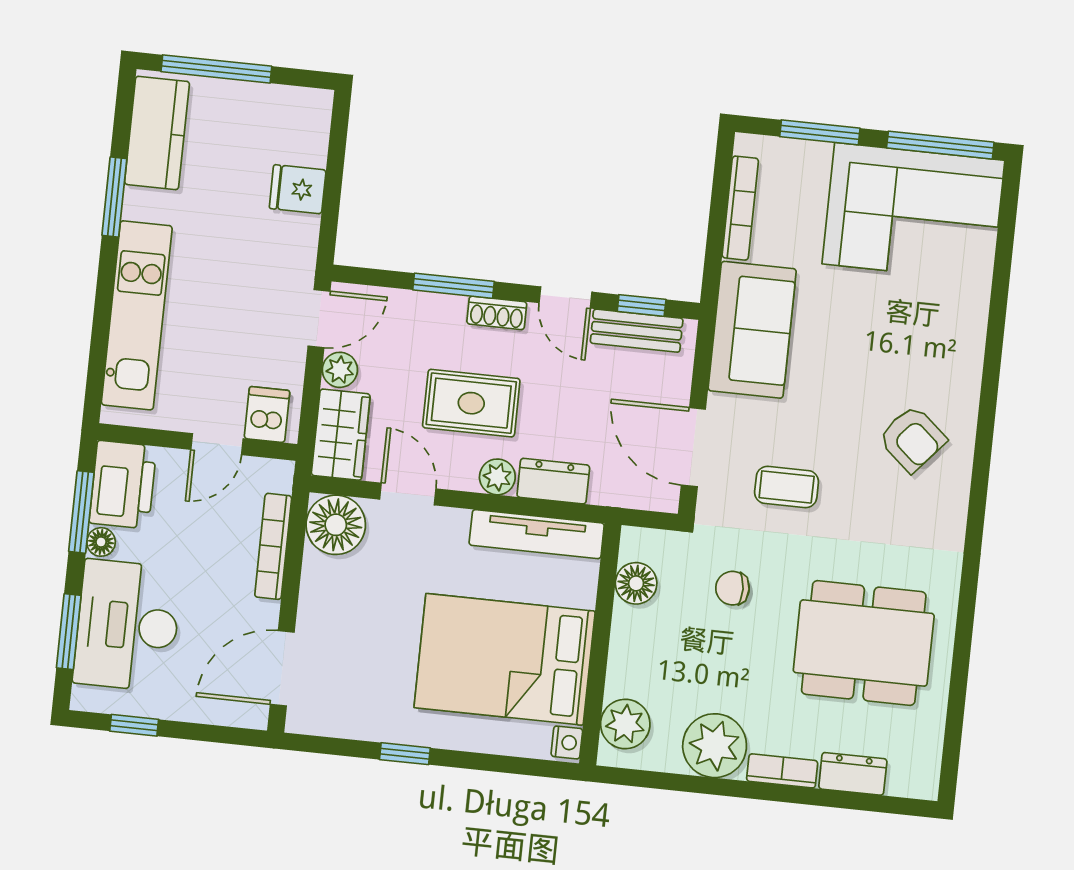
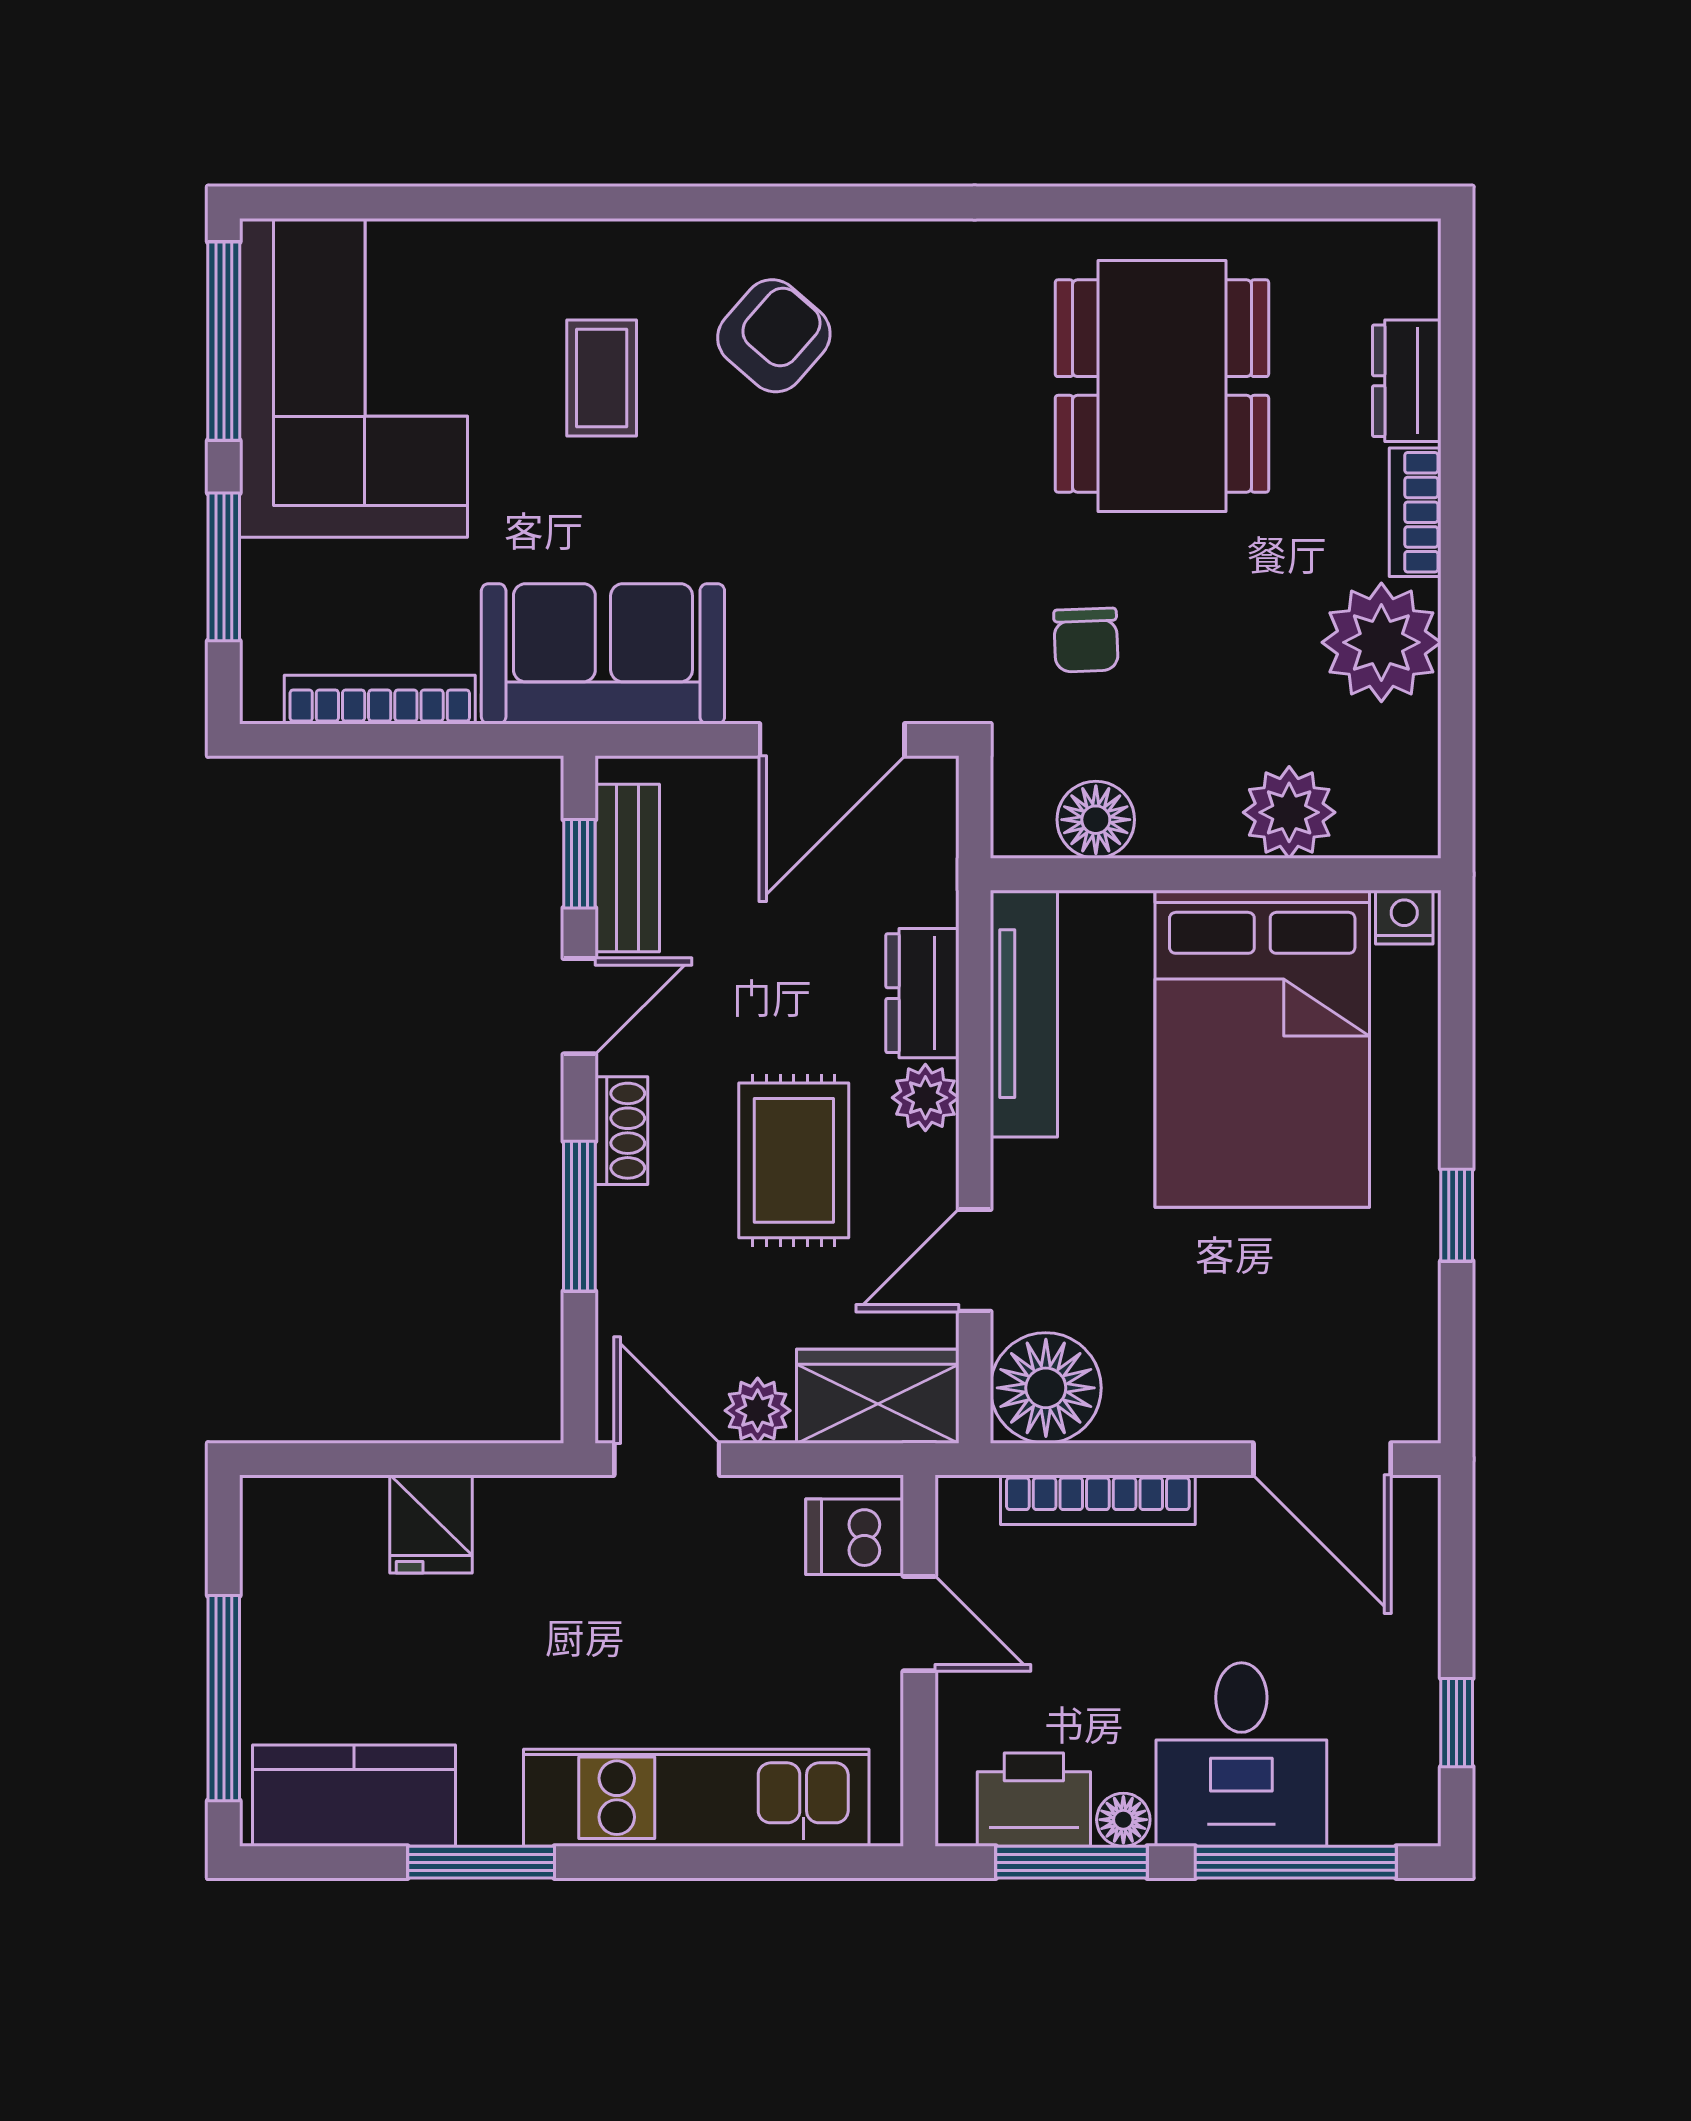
printer: (123, 485) -> (1034, 1800), width x0.73, depth x0.84
coffee table: (787, 487) -> (602, 378), moved
desk: (127, 626) -> (1241, 1754), width x0.73
window: (69, 632) -> (1296, 1862), width x1.44
plant: (625, 724) -> (1289, 812), moved

